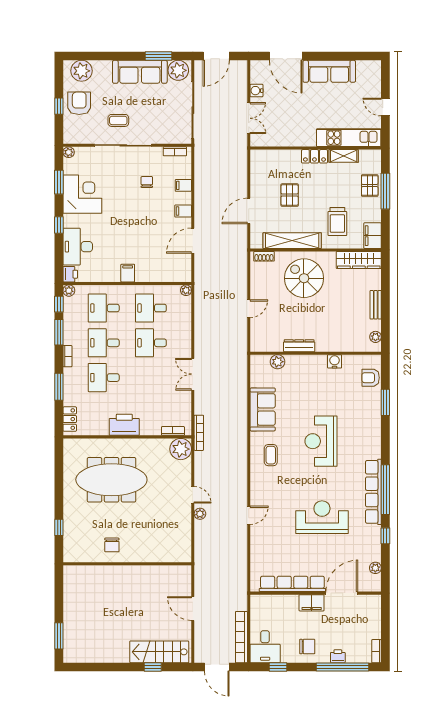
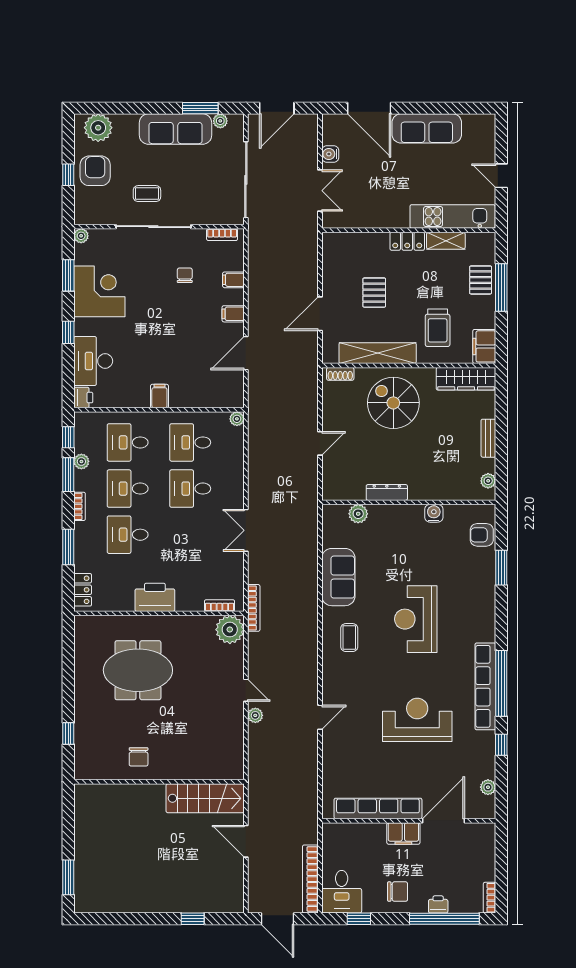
plant: (178, 70) -> (220, 121), width x0.53, depth x0.53
plant: (69, 291) -> (81, 461), moved
meeting table: (111, 480) -> (138, 670), width x0.73
stairs: (159, 652) -> (205, 798), moved, turned 180

